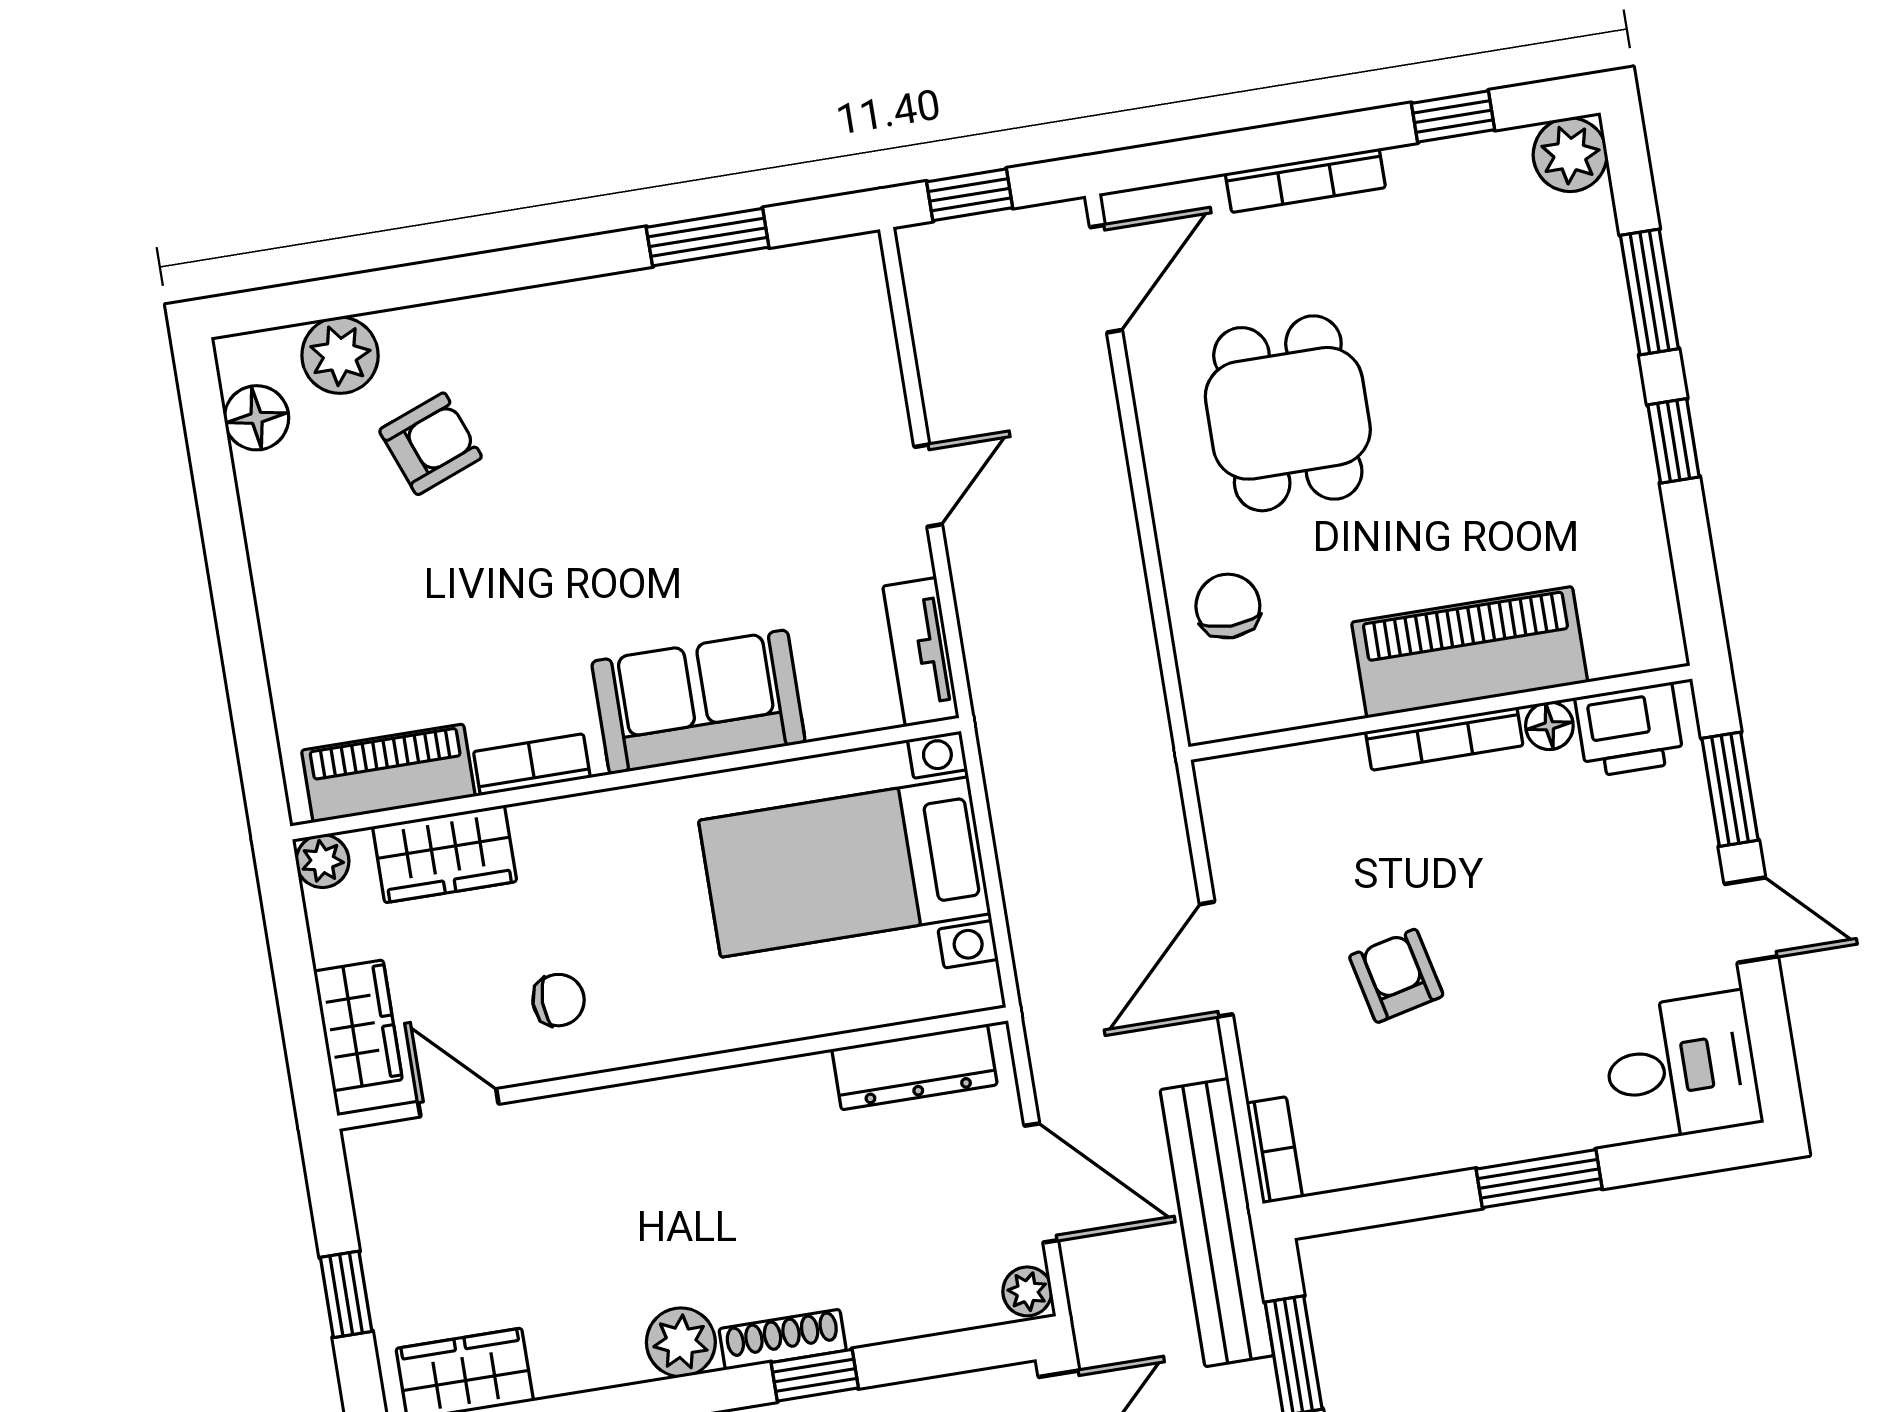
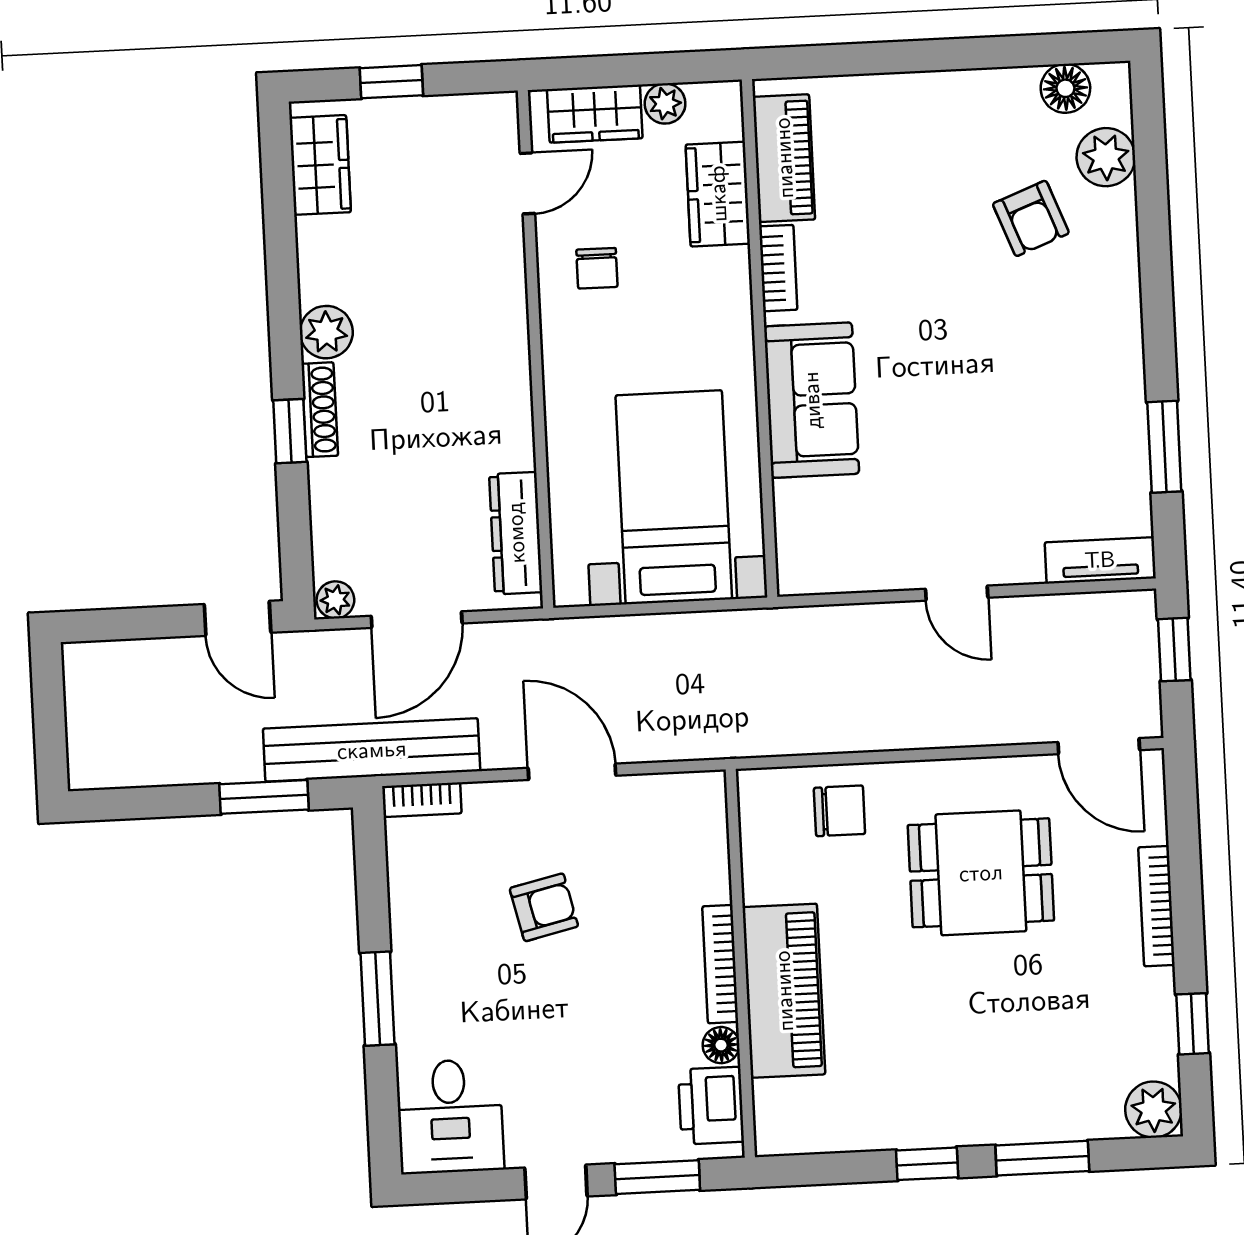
tv unit: (921, 652) -> (1100, 560), moved
plant: (323, 861) -> (665, 104), moved

